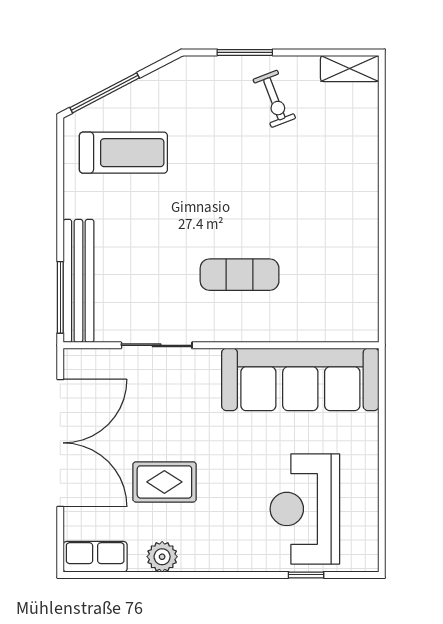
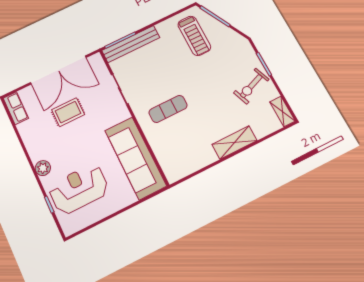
exercise bike: (274, 99) -> (251, 86), width x1.38, depth x1.39
shelving: (362, 186) -> (234, 142), added
exercise mat: (240, 275) -> (168, 109), turned 90
rug: (164, 482) -> (68, 112), moved, turned 90
plant: (162, 557) -> (43, 168), moved

